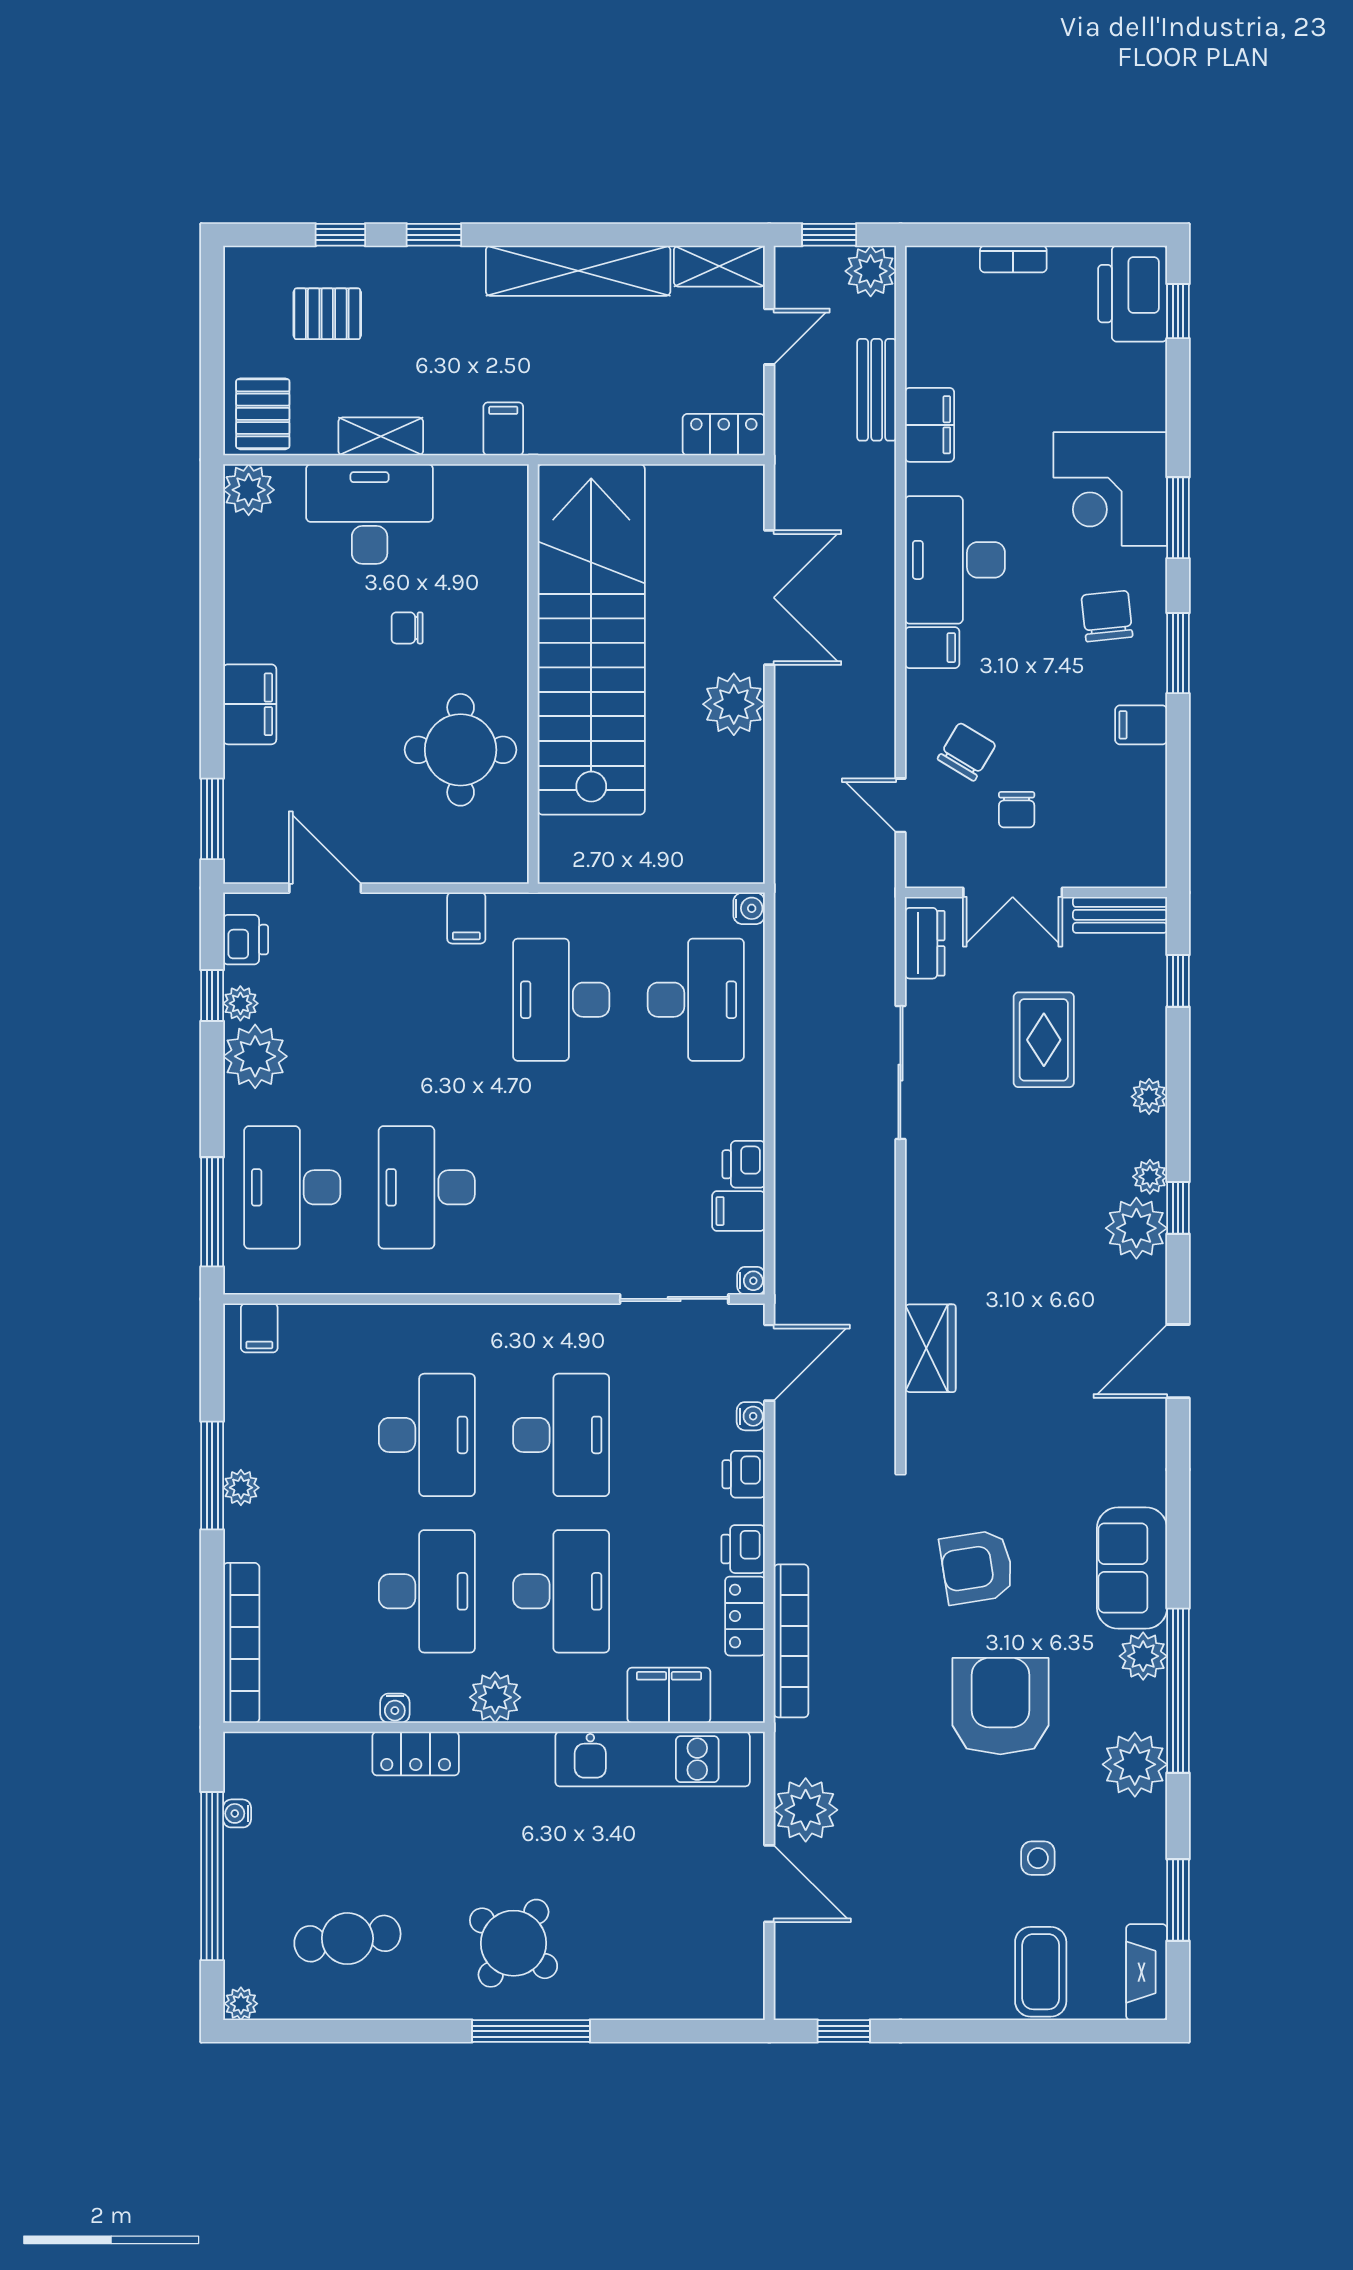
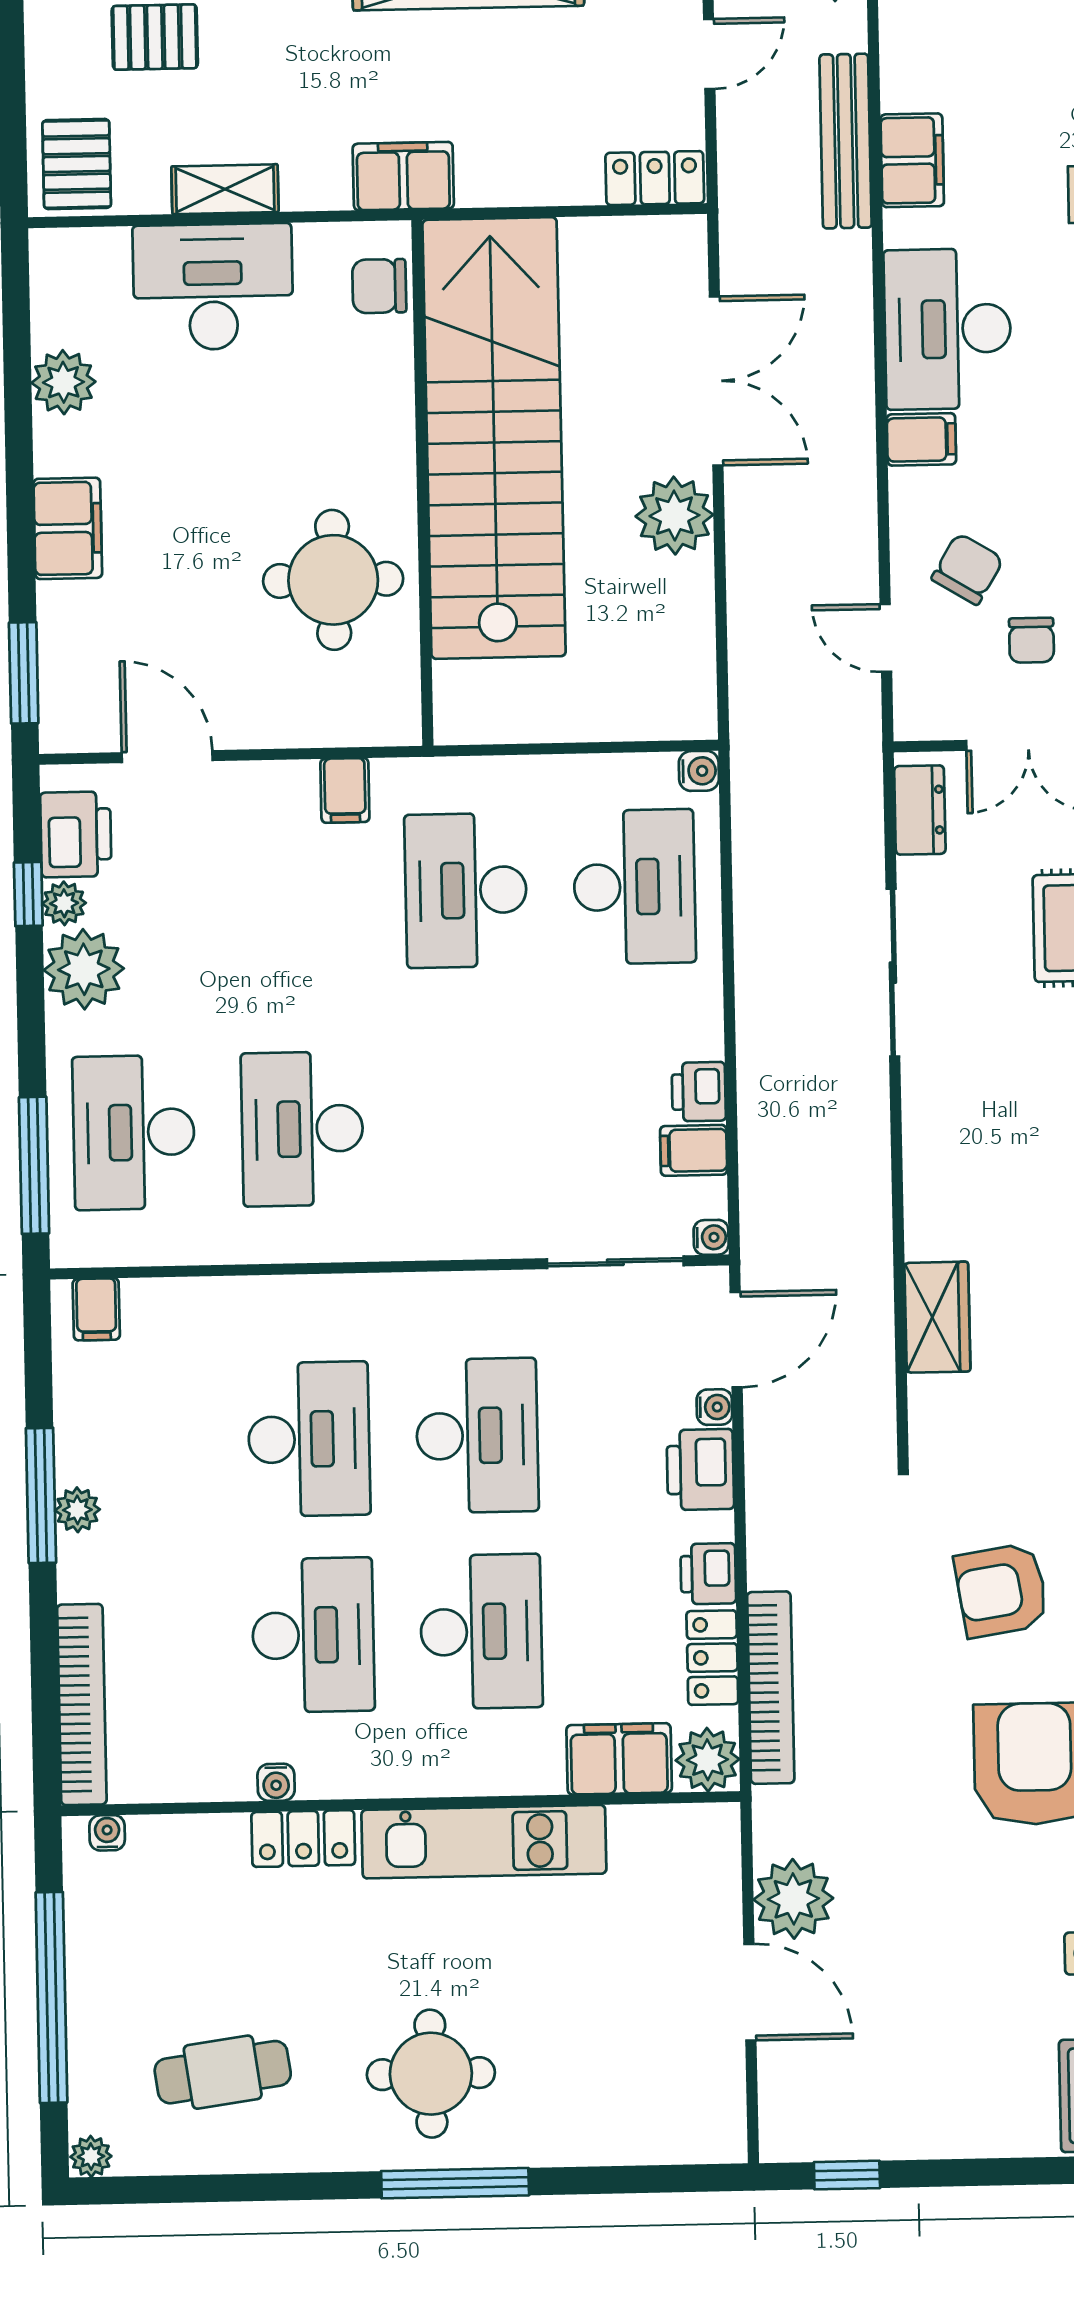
bench: (877, 390) -> (846, 141), width x1.36
filing cabinet: (503, 429) -> (403, 176), width x2.00
plant: (249, 490) -> (63, 382), moved
chair: (407, 628) -> (379, 286), moved, width x1.37, depth x1.37
printer: (246, 940) -> (76, 834), width x1.36, depth x1.24
printer: (744, 1474) -> (700, 1469), width x1.36, depth x1.24
plant: (495, 1697) -> (708, 1760), moved
kitchen unit: (653, 1759) -> (484, 1842), moved
water cooler: (237, 1813) -> (107, 1833), moved, turned 90
round table: (514, 1943) -> (431, 2074), turned -36

